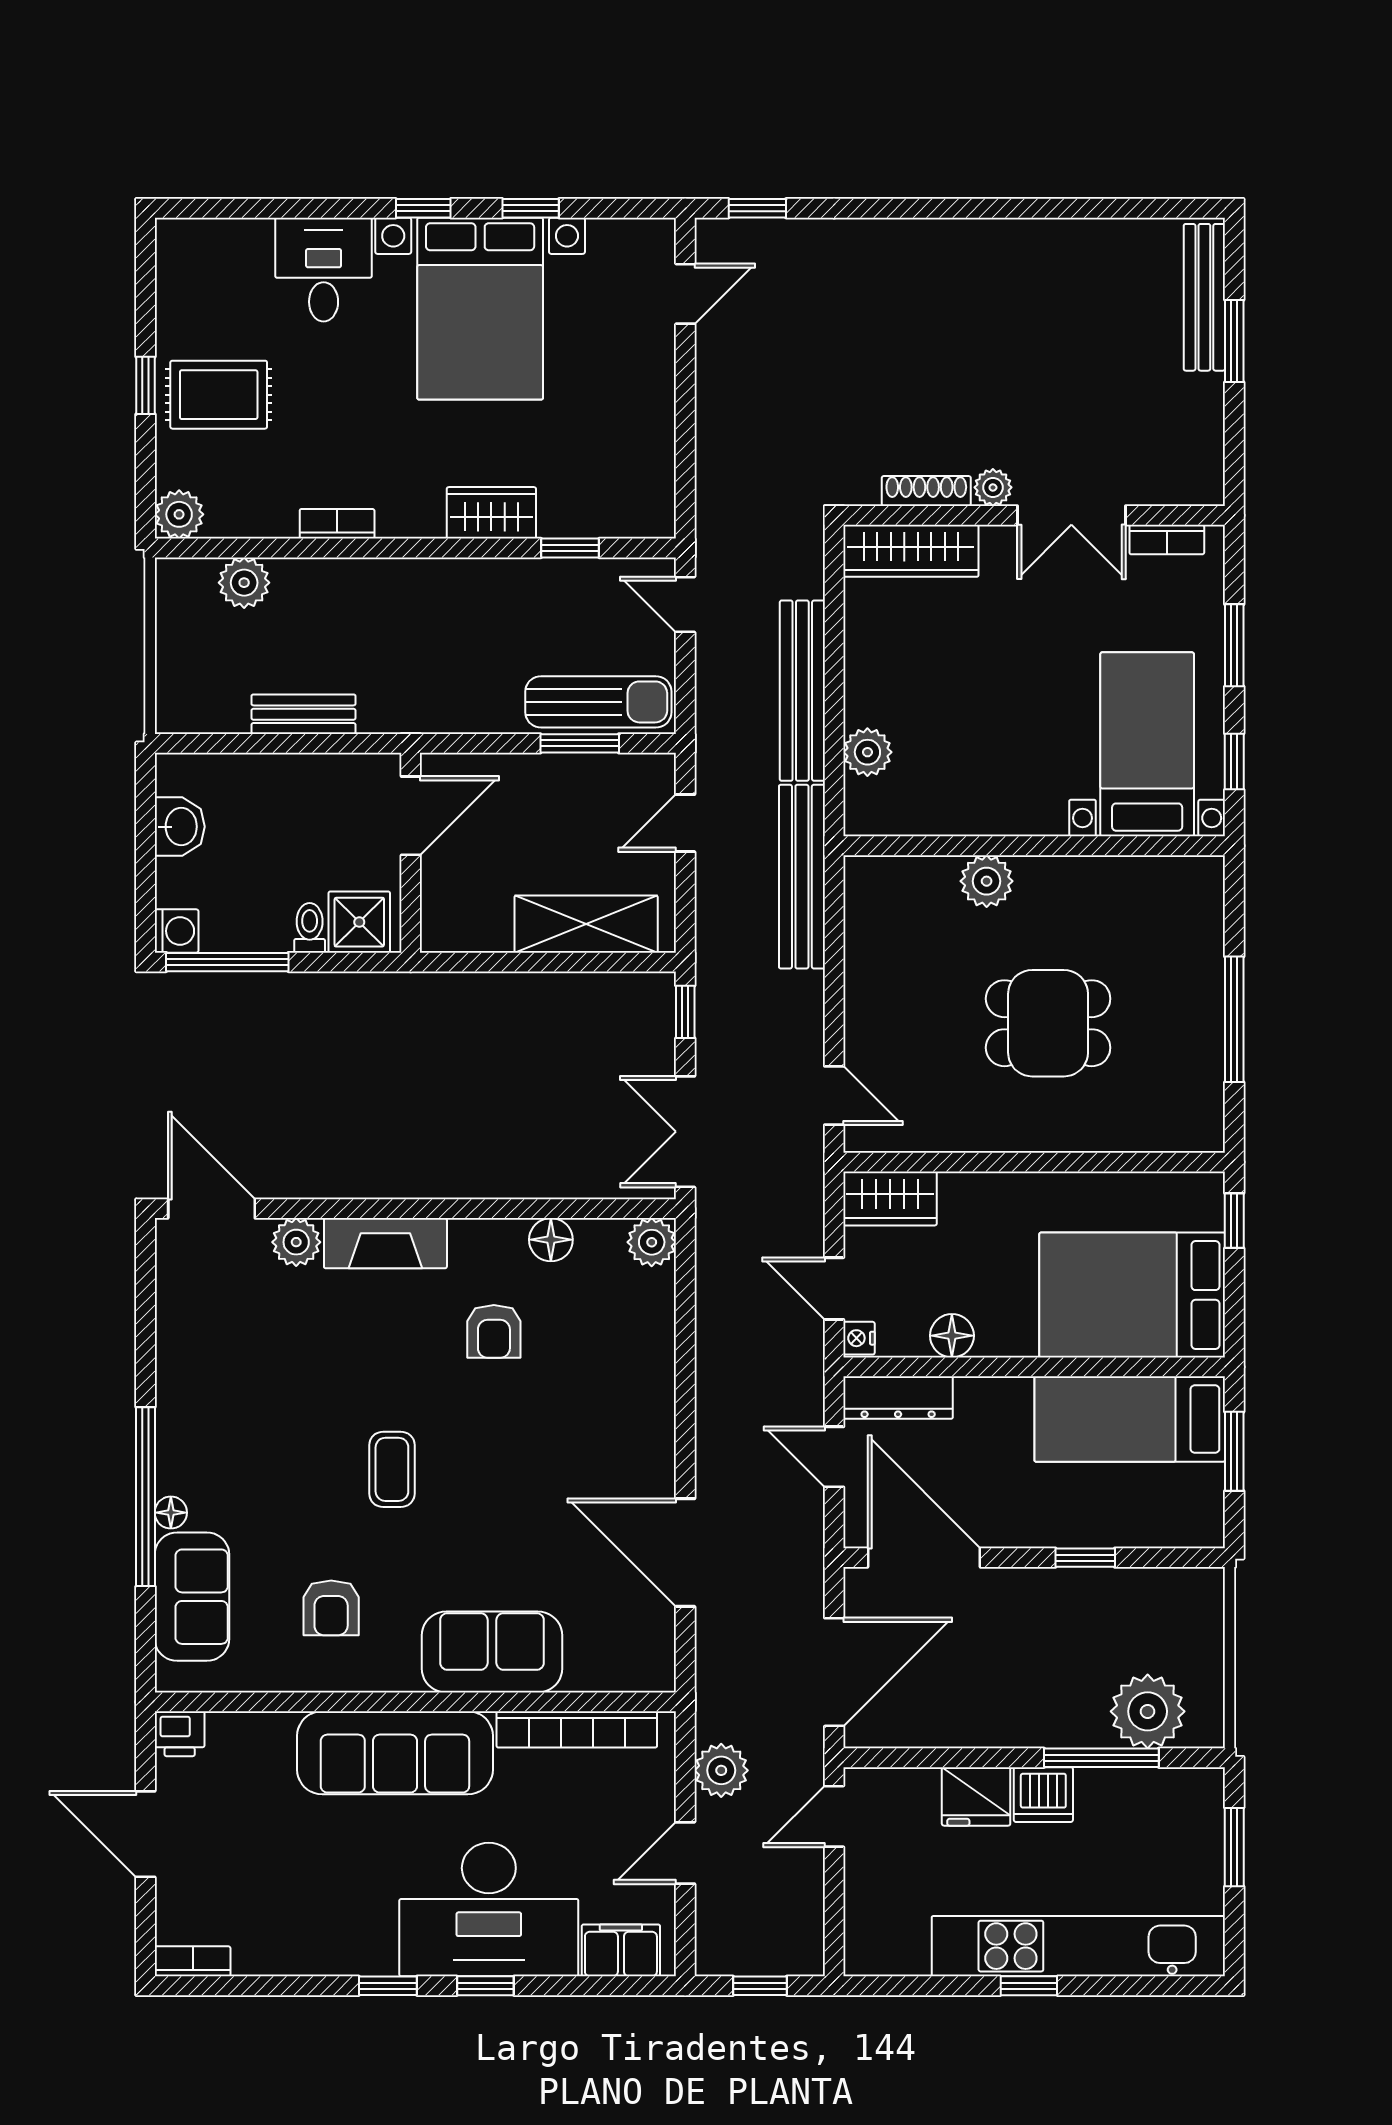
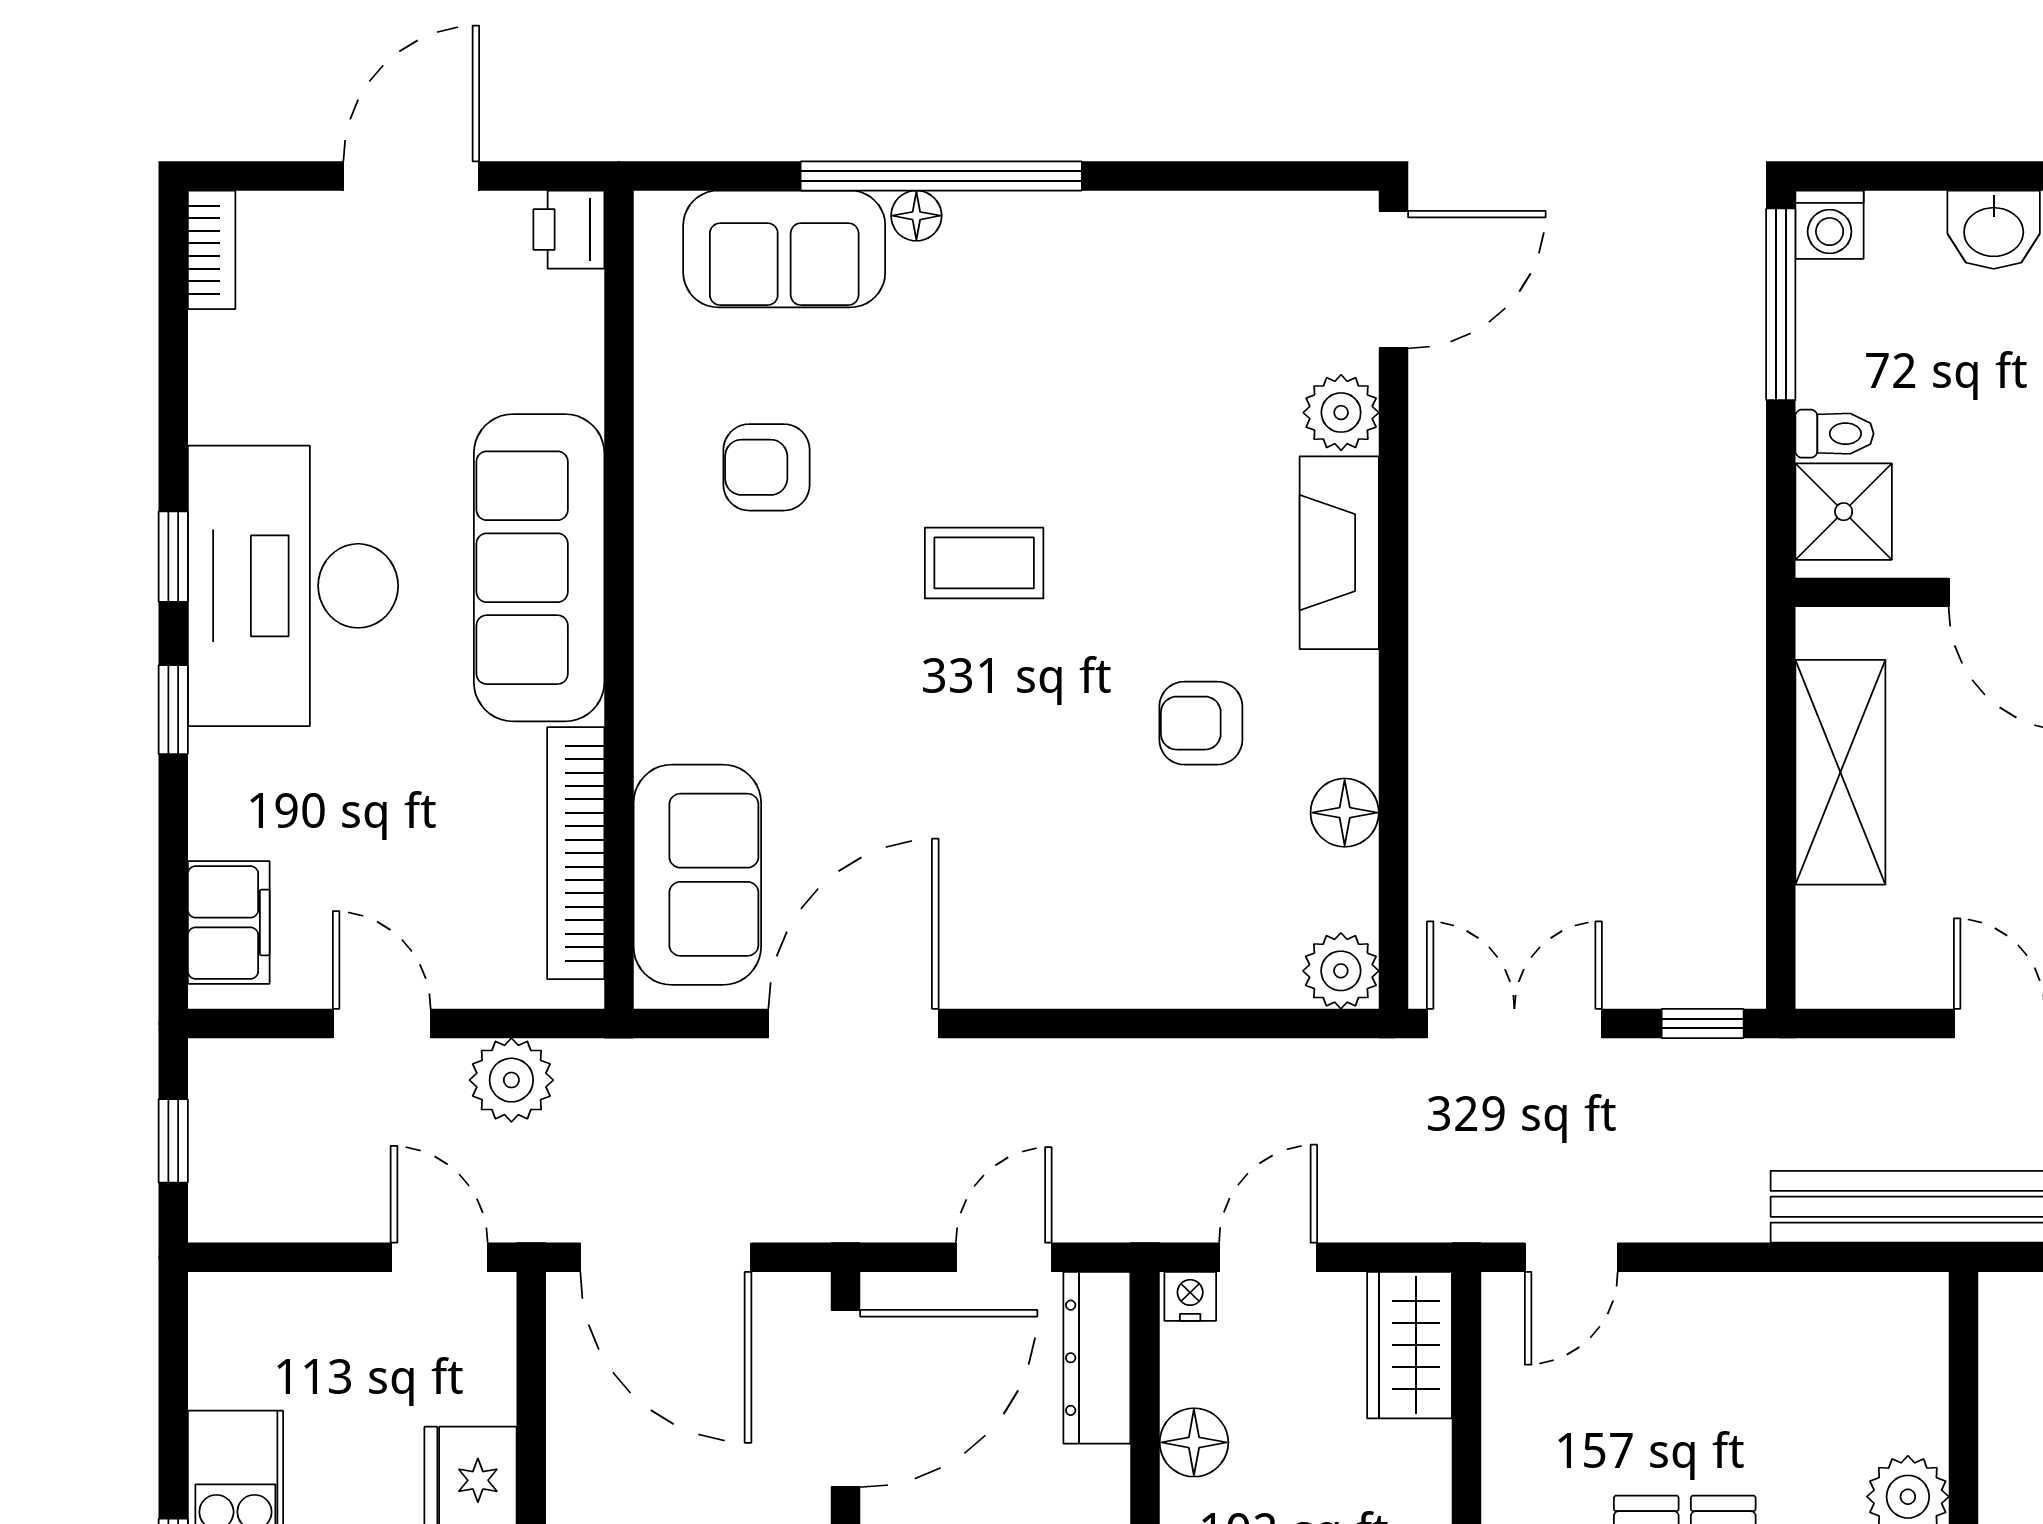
shelving: (586, 924) -> (1840, 772), moved
sofa: (492, 1652) -> (697, 875), moved
desk: (489, 1909) -> (293, 586), moved

